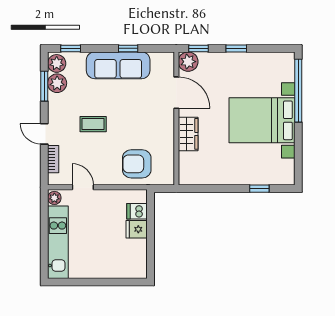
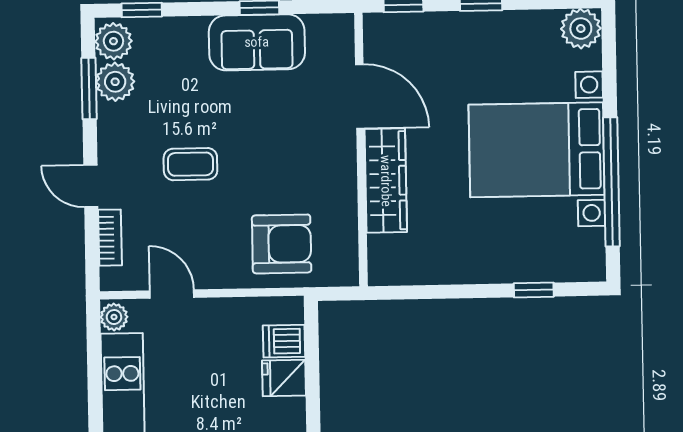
plant: (188, 62) -> (581, 29), moved
sofa: (118, 65) -> (257, 42), width x0.73
window: (298, 91) -> (611, 182), moved
wardrobe: (188, 134) -> (386, 181), width x1.50
armchair: (137, 164) -> (282, 244), turned 180

